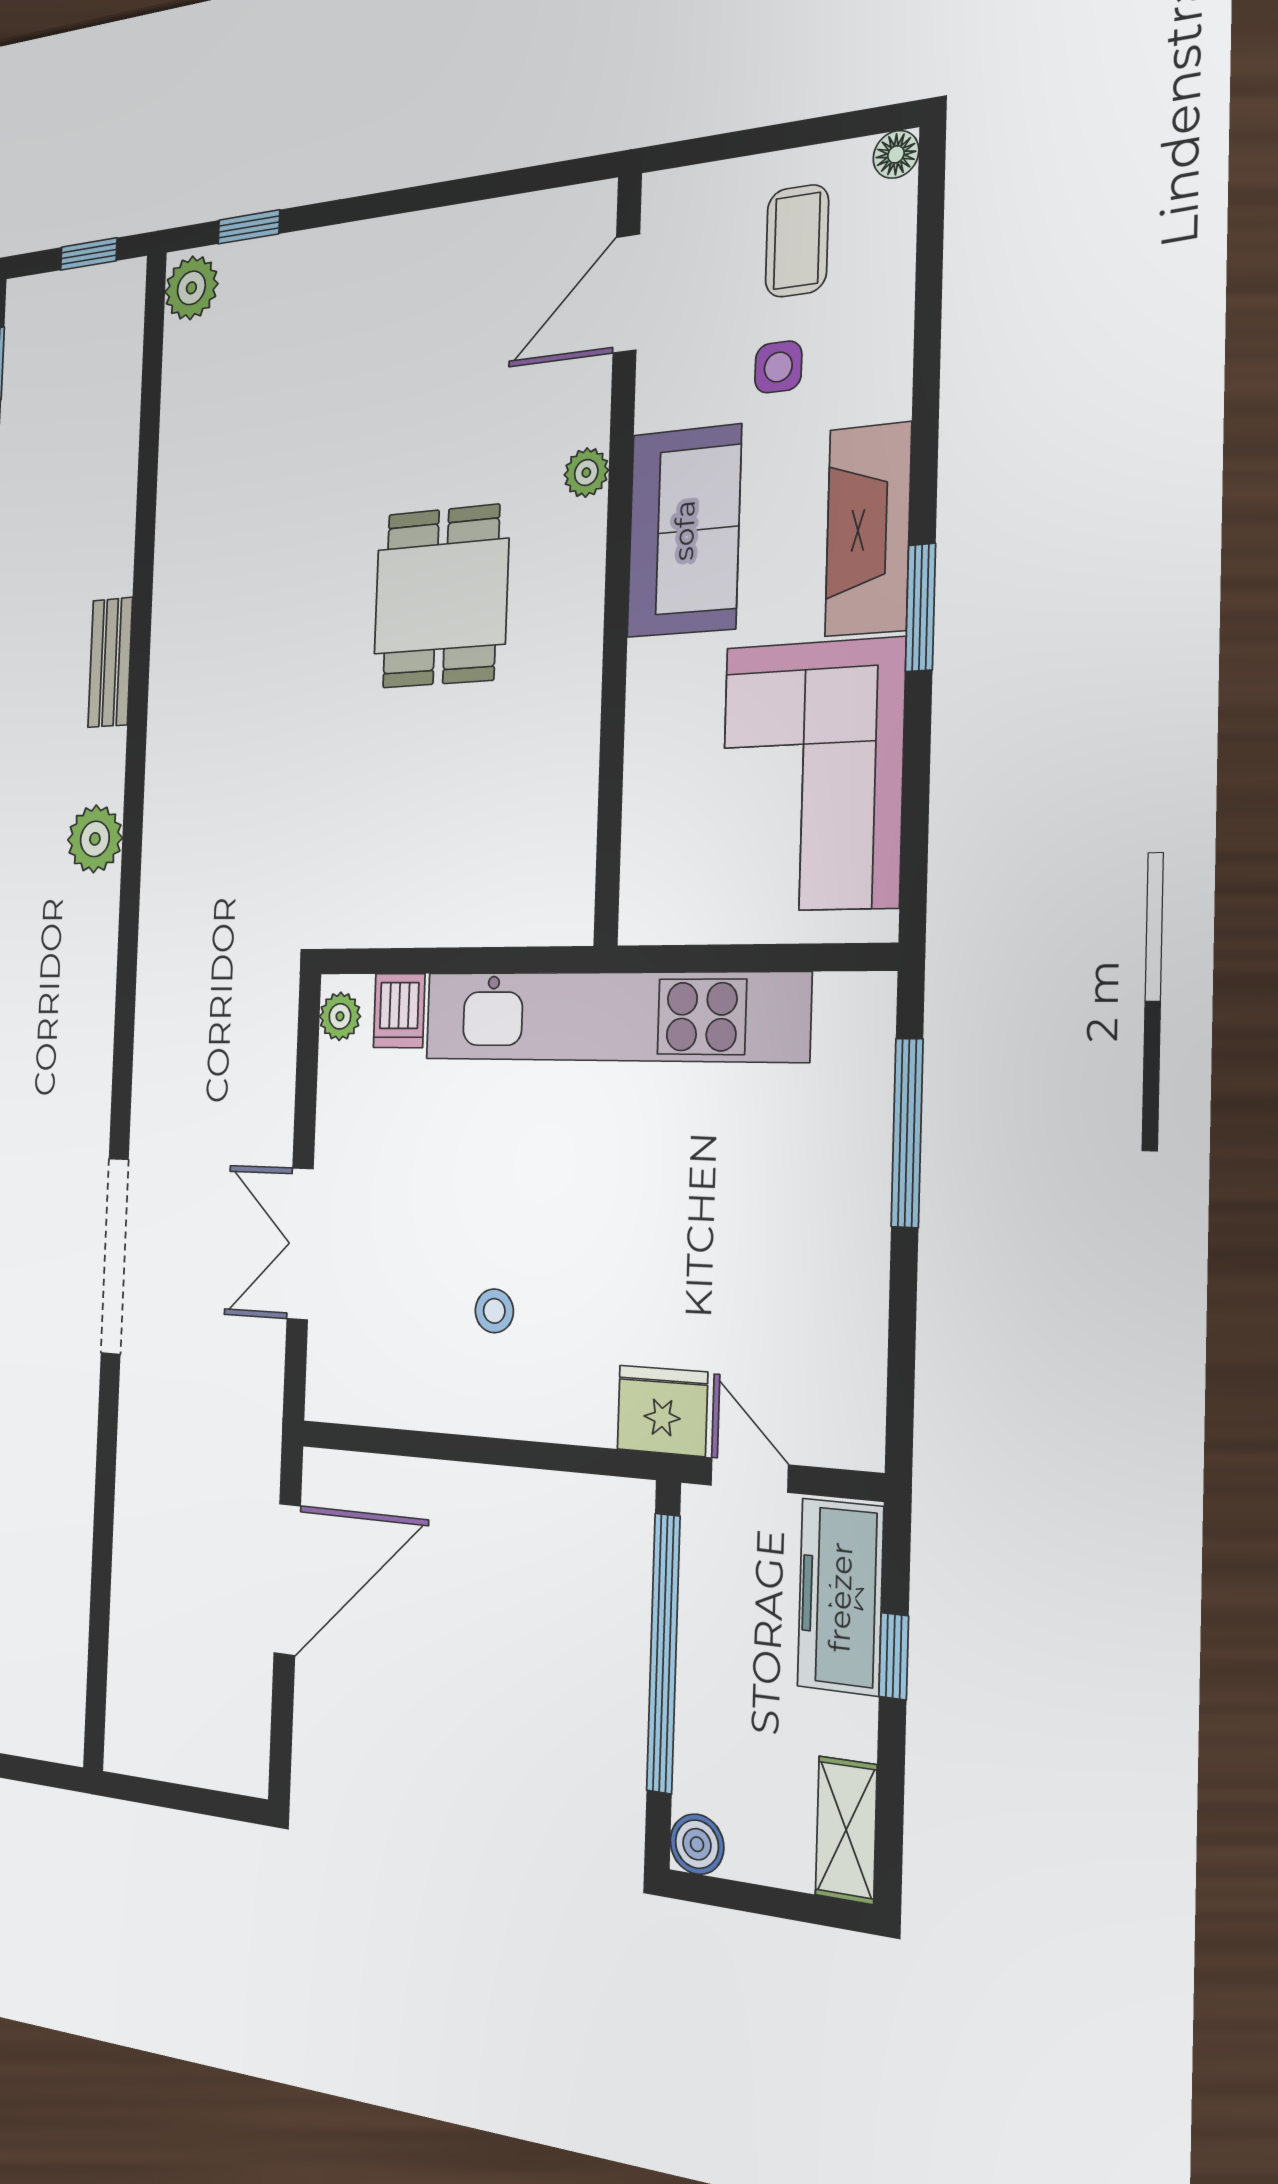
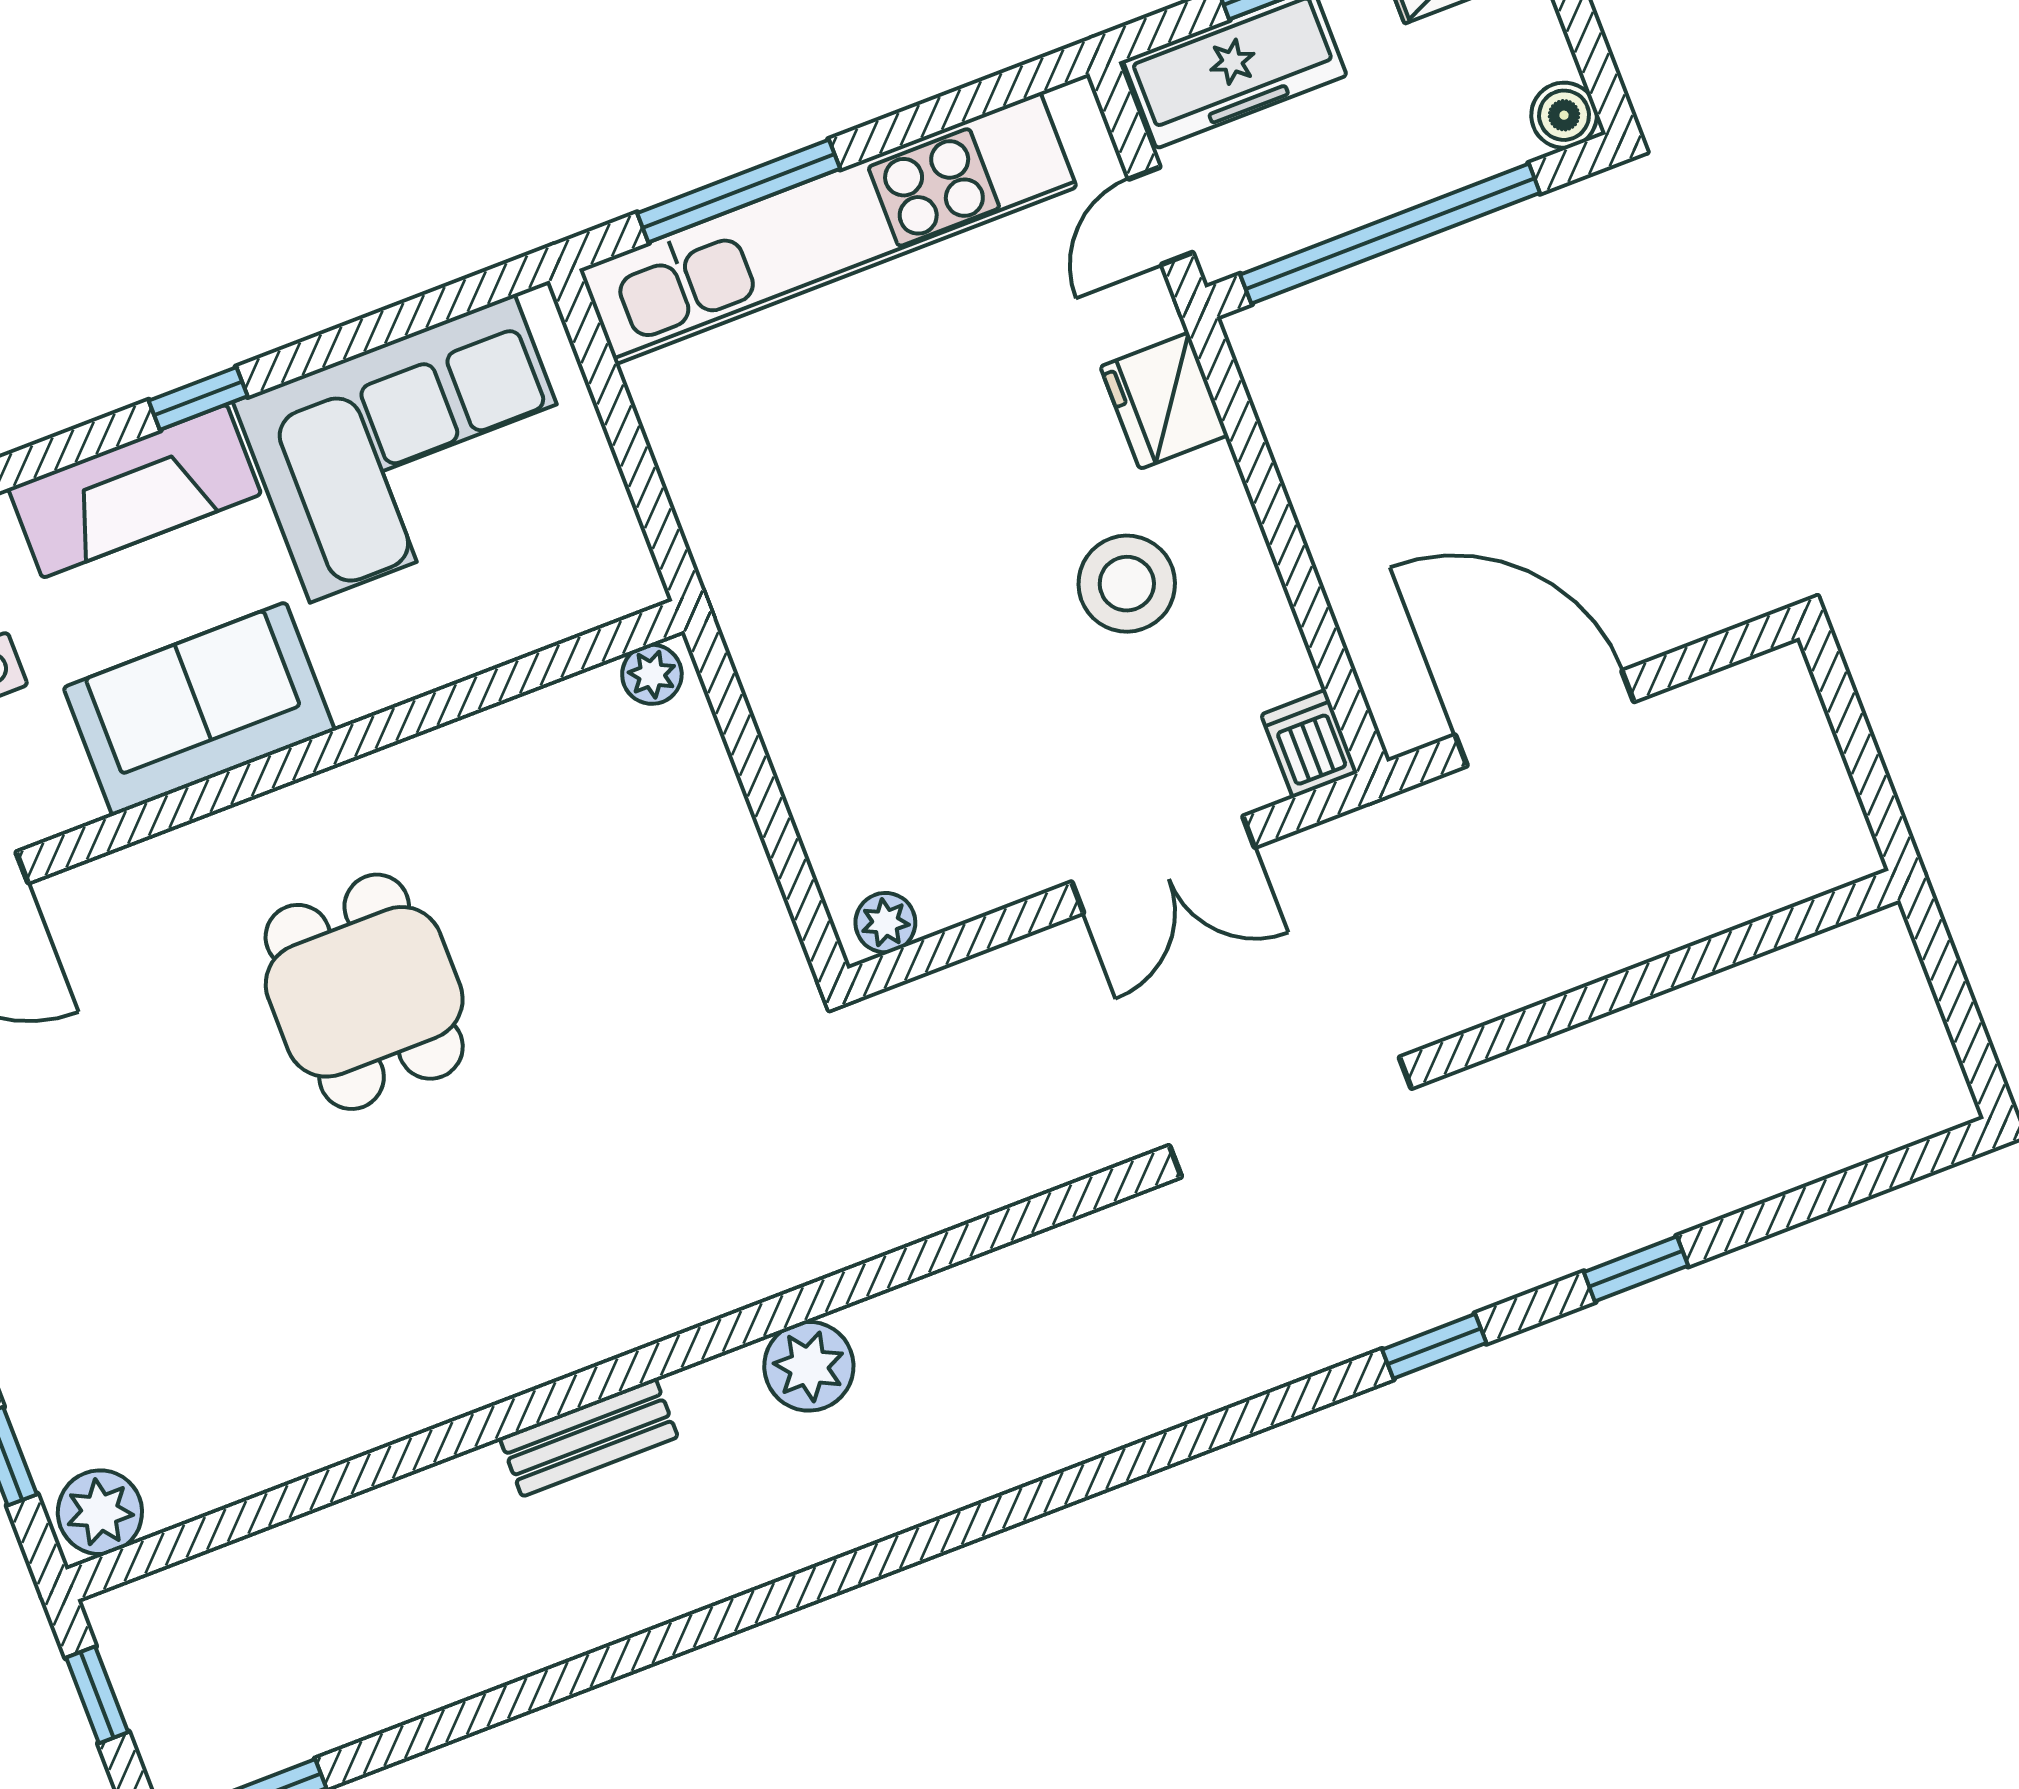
plant: (586, 473) -> (652, 674), moved
dining table: (441, 597) -> (364, 992), turned 90
window: (921, 607) -> (198, 398), width x0.67
dishwasher: (399, 1011) -> (1309, 744), moved, turned -90
kitchen unit: (612, 1016) -> (828, 228), moved, turned 90
stool: (494, 1311) -> (1127, 584), width x1.89, depth x1.89
fridge: (662, 1411) -> (1164, 401), moved

